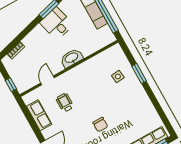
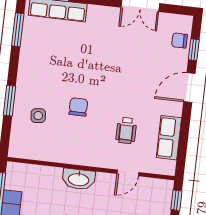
window: (162, 115) -> (18, 30), added
chair: (100, 125) -> (78, 107), moved

